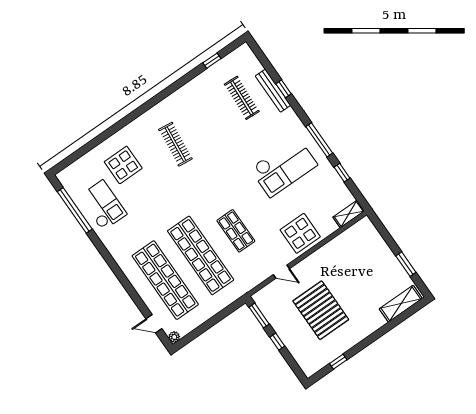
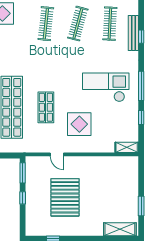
clothes rail: (209, 121) -> (78, 24), added
checkout: (284, 167) -> (106, 87), turned 180
display table: (300, 233) -> (79, 124), moved

